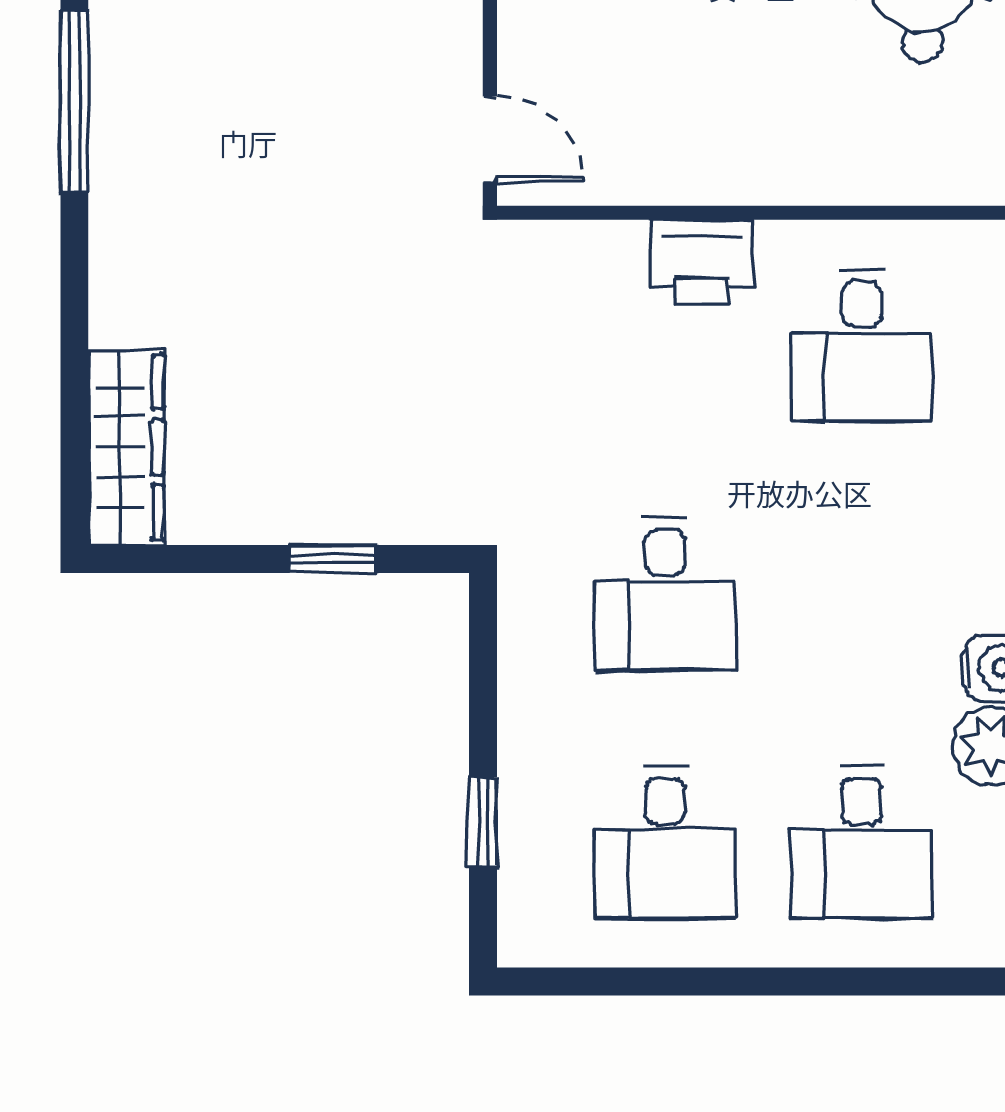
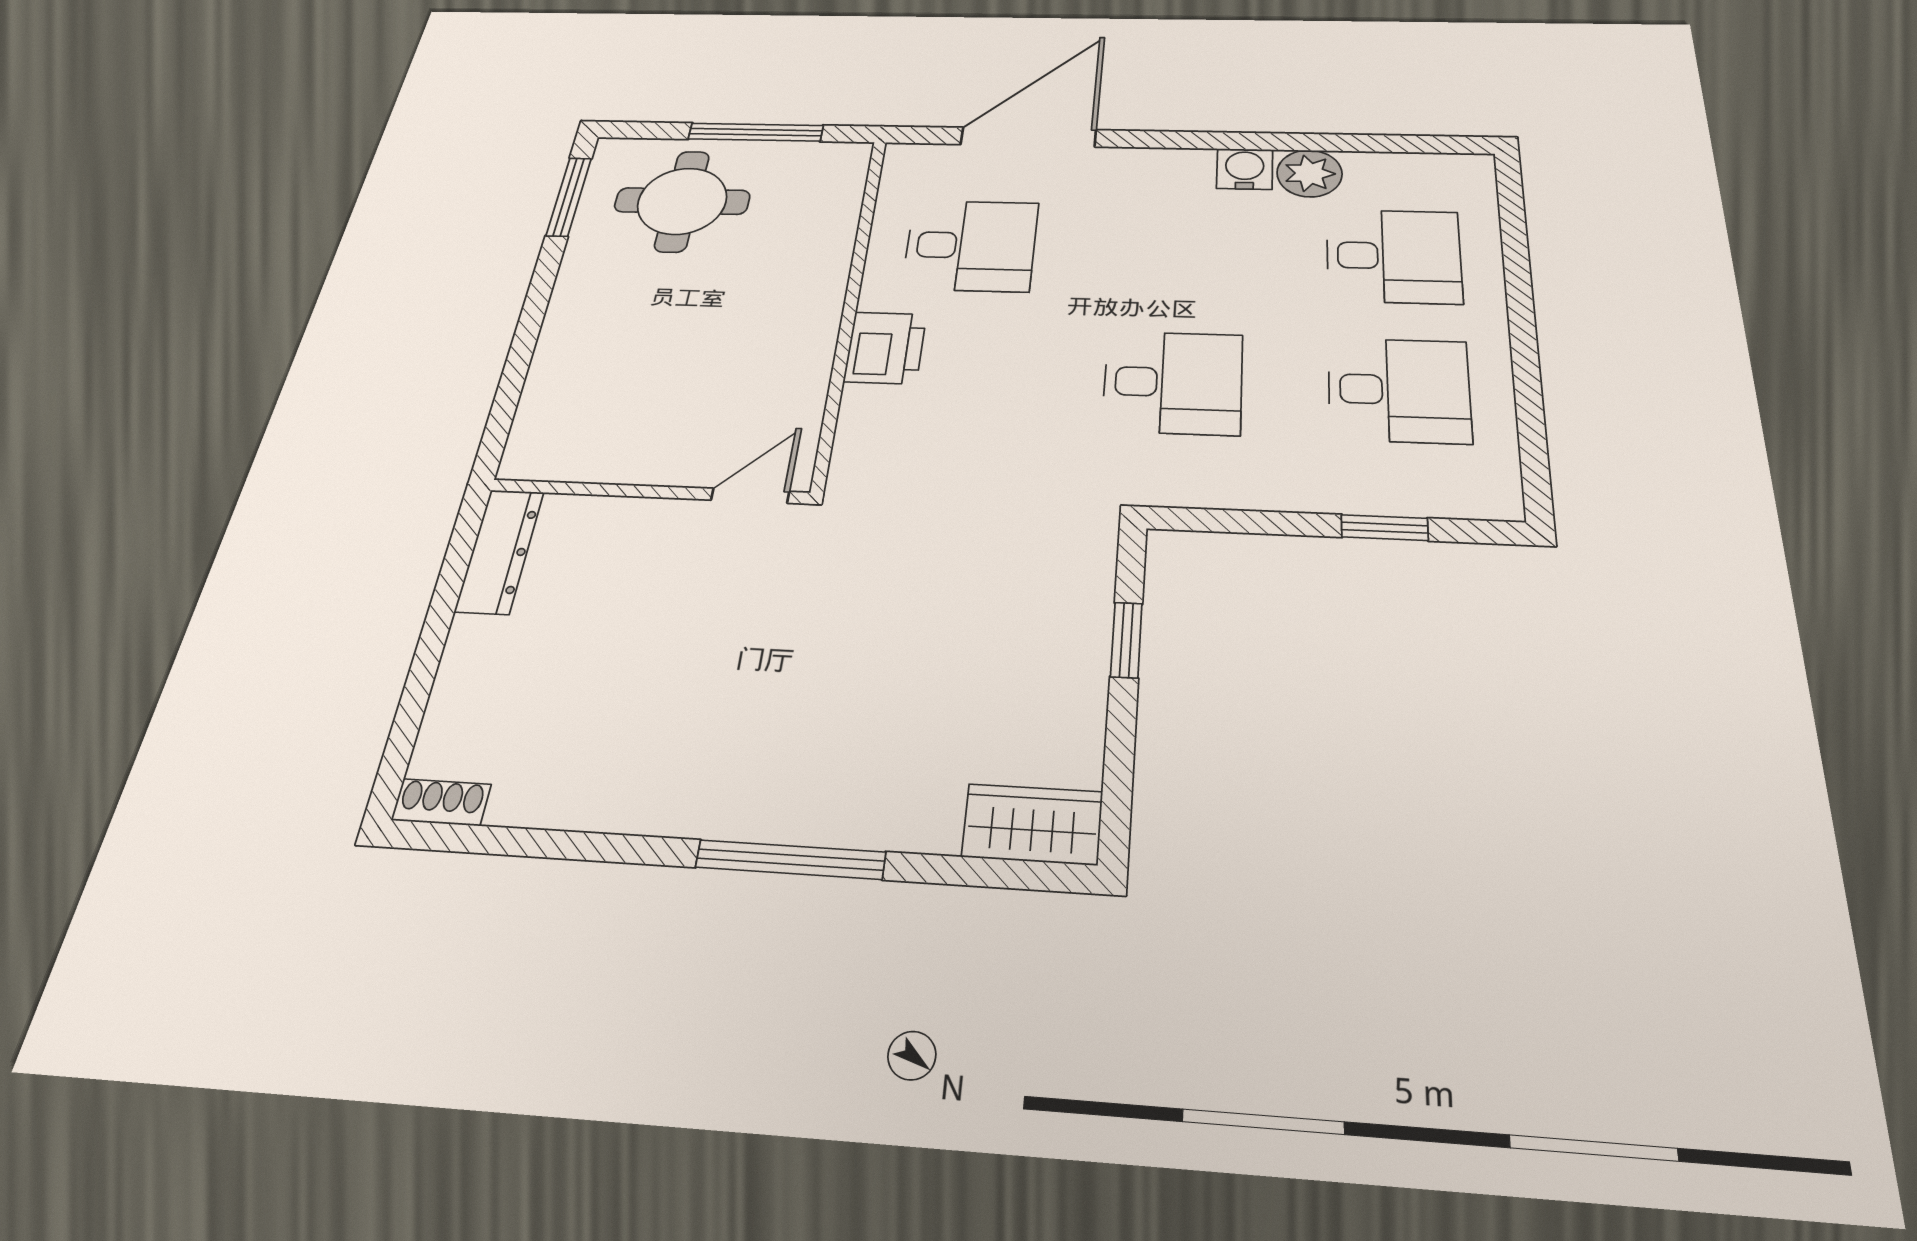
window: (74, 102) -> (790, 860), moved
wardrobe: (126, 447) -> (1032, 824), width x0.67

